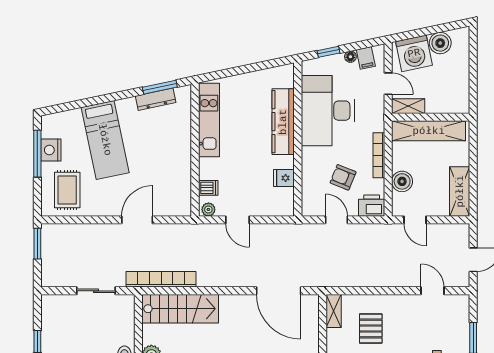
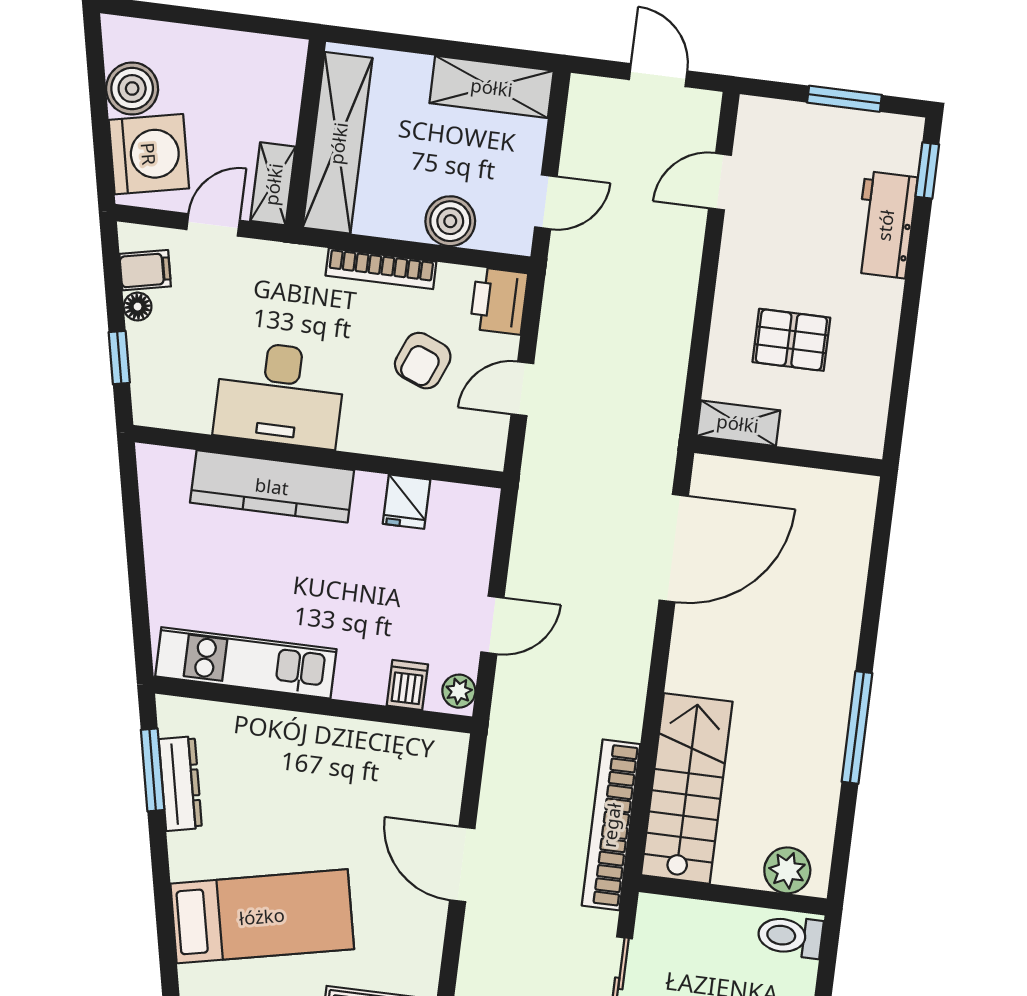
desk: (328, 111) -> (280, 394), width x0.73, depth x0.77

